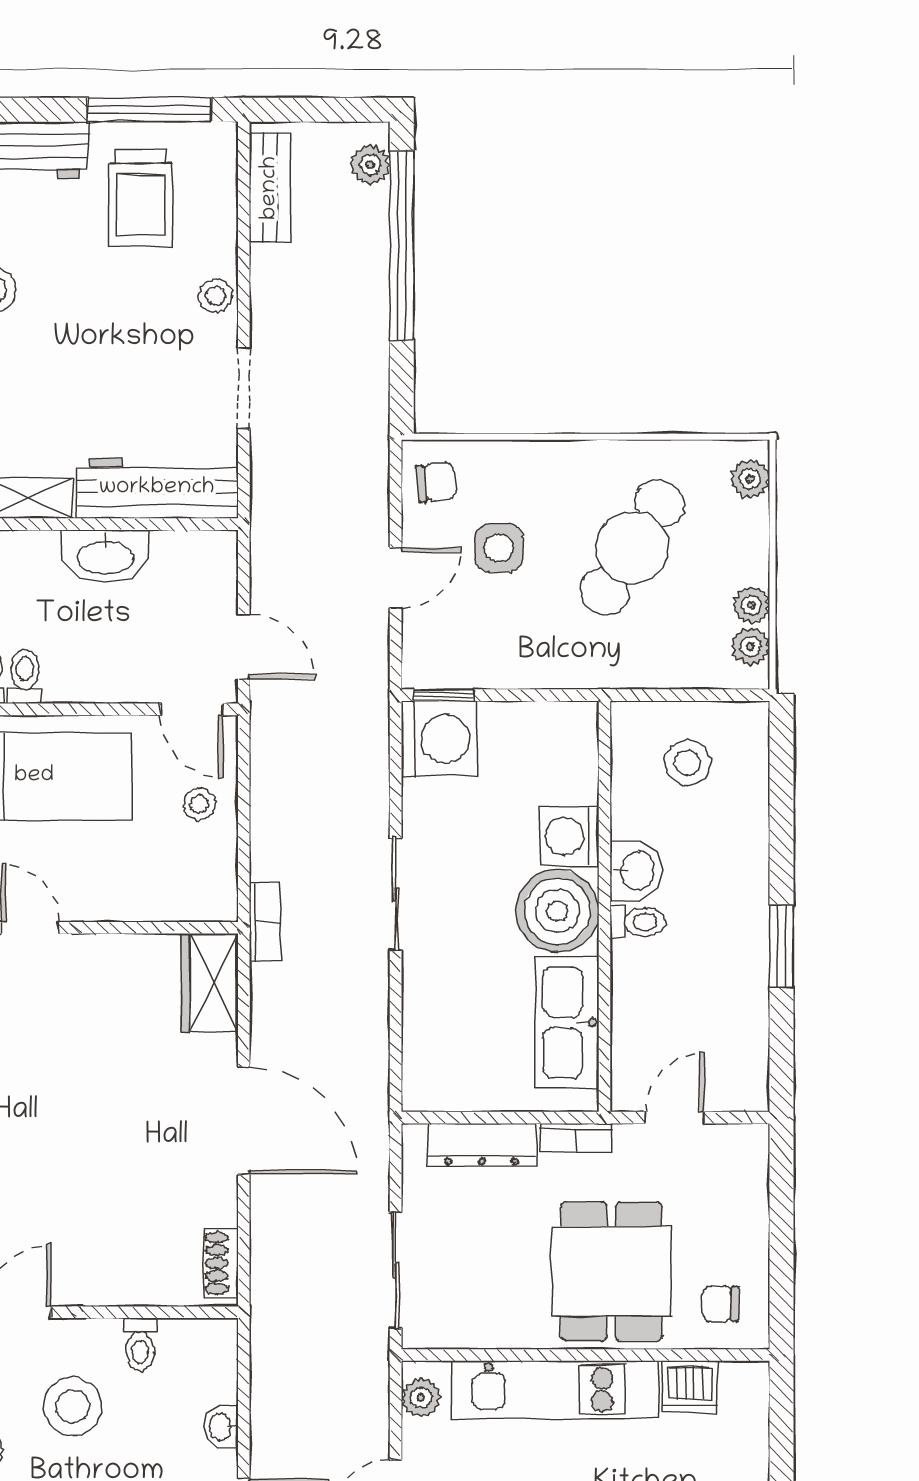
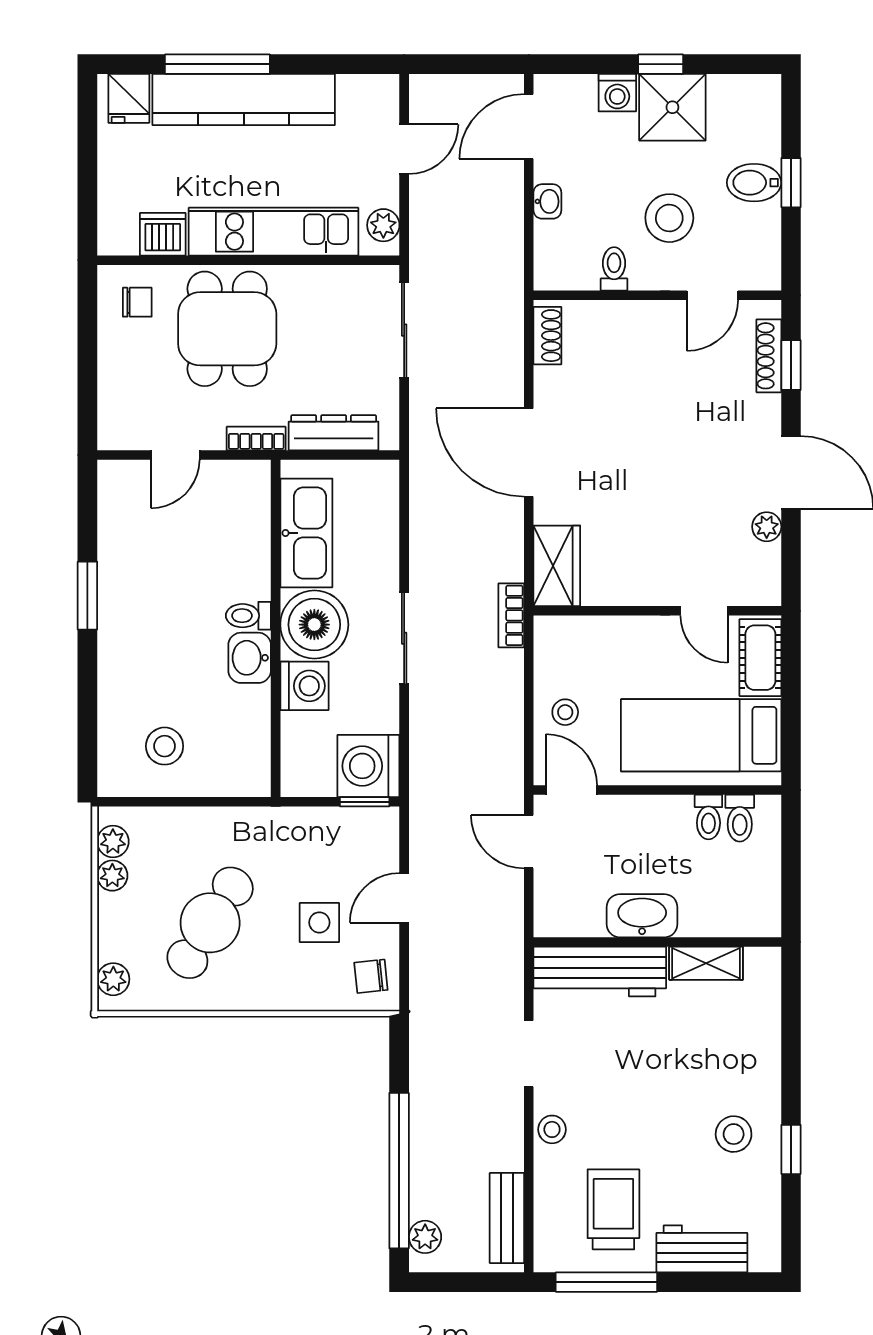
washing machine: (569, 836) -> (304, 686), moved
washbasin: (636, 870) -> (250, 658), moved
wall: (605, 906) -> (276, 628), moved
boiler: (557, 911) -> (314, 625), moved
toilet: (638, 922) -> (248, 616), moved
kitchen sink: (567, 1023) -> (306, 533), moved

